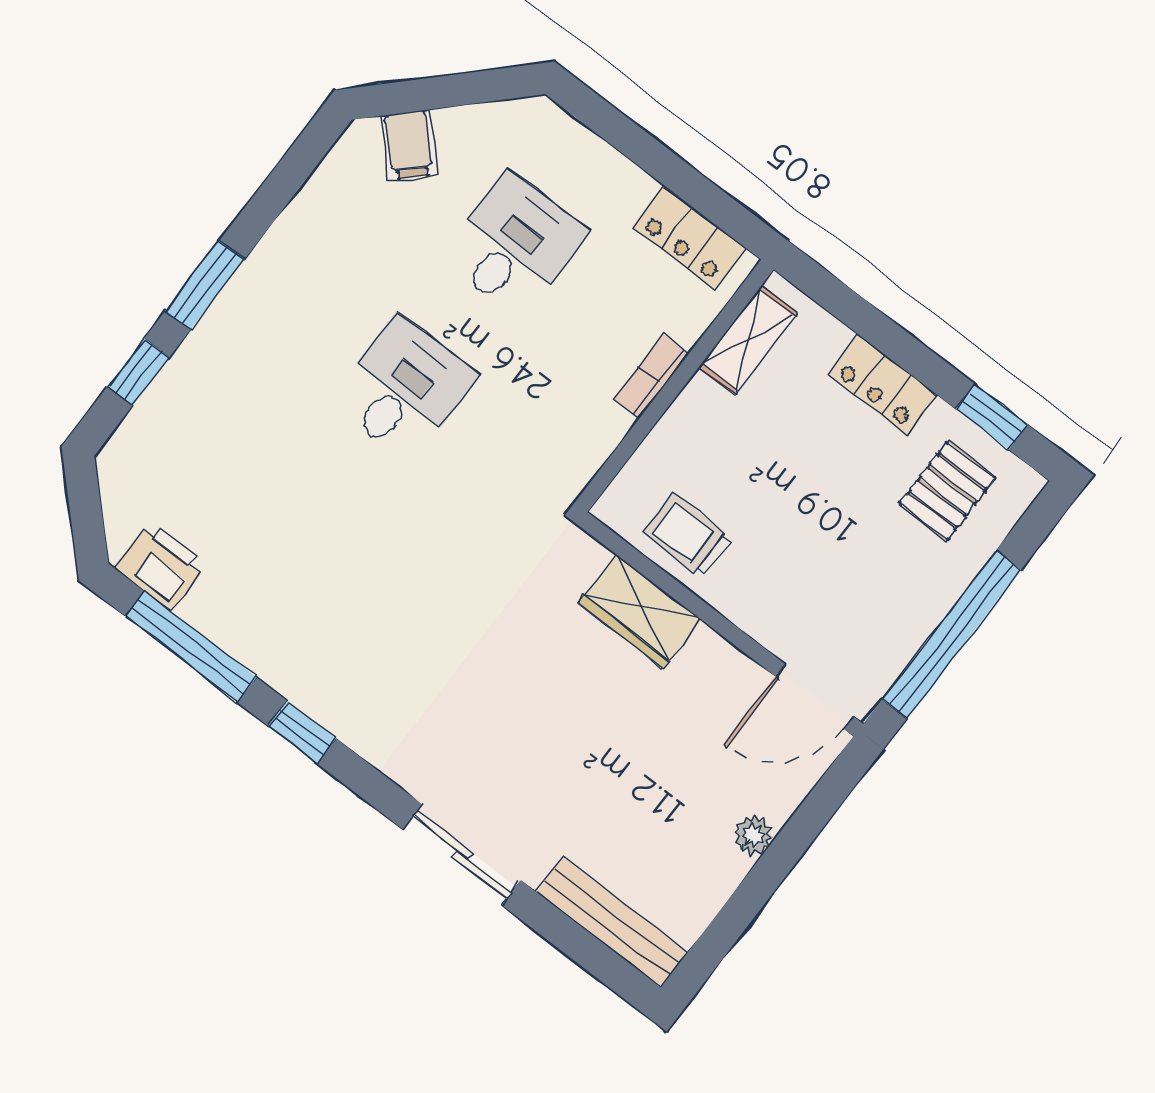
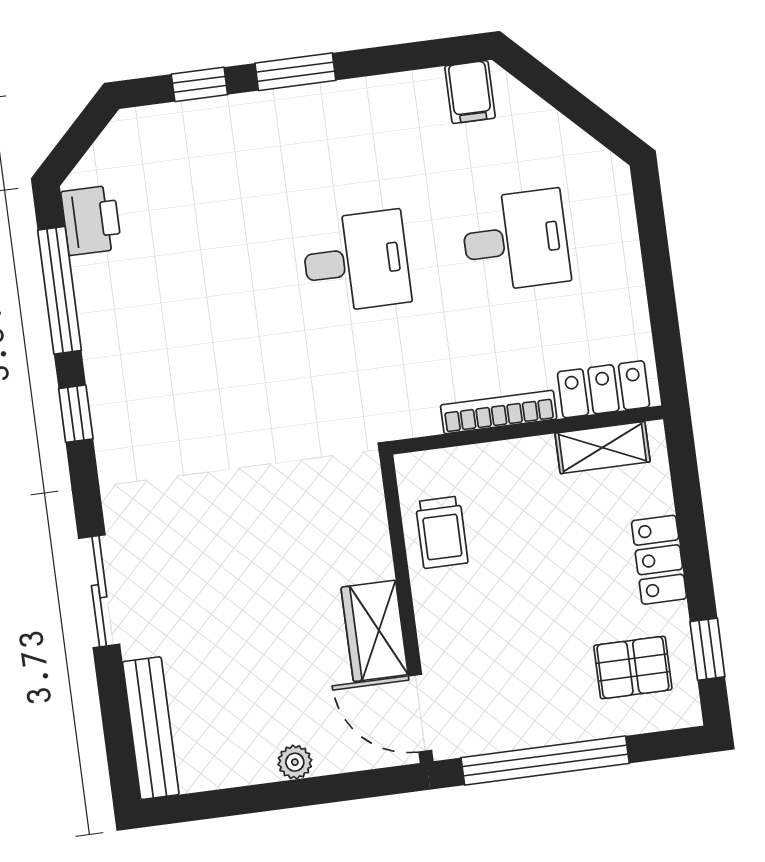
filing cabinet: (409, 145) -> (470, 92), moved, turned -45
locker: (689, 238) -> (604, 389), moved, turned 90
bookcase: (651, 376) -> (499, 412), width x1.56
trolley: (688, 535) -> (442, 532), turned 180
wardrobe: (640, 611) -> (374, 631), moved

